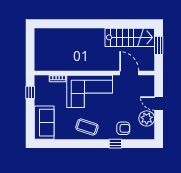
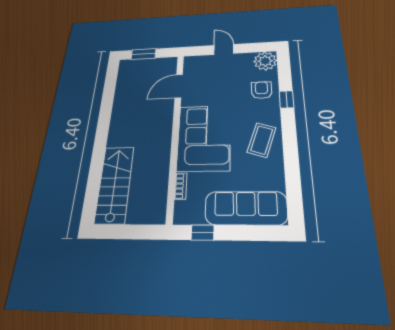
stairs: (130, 37) -> (115, 184), moved
door: (159, 103) -> (224, 49), swing flipped
plant: (147, 118) -> (265, 61), moved
sofa: (44, 123) -> (246, 208), width x1.36

